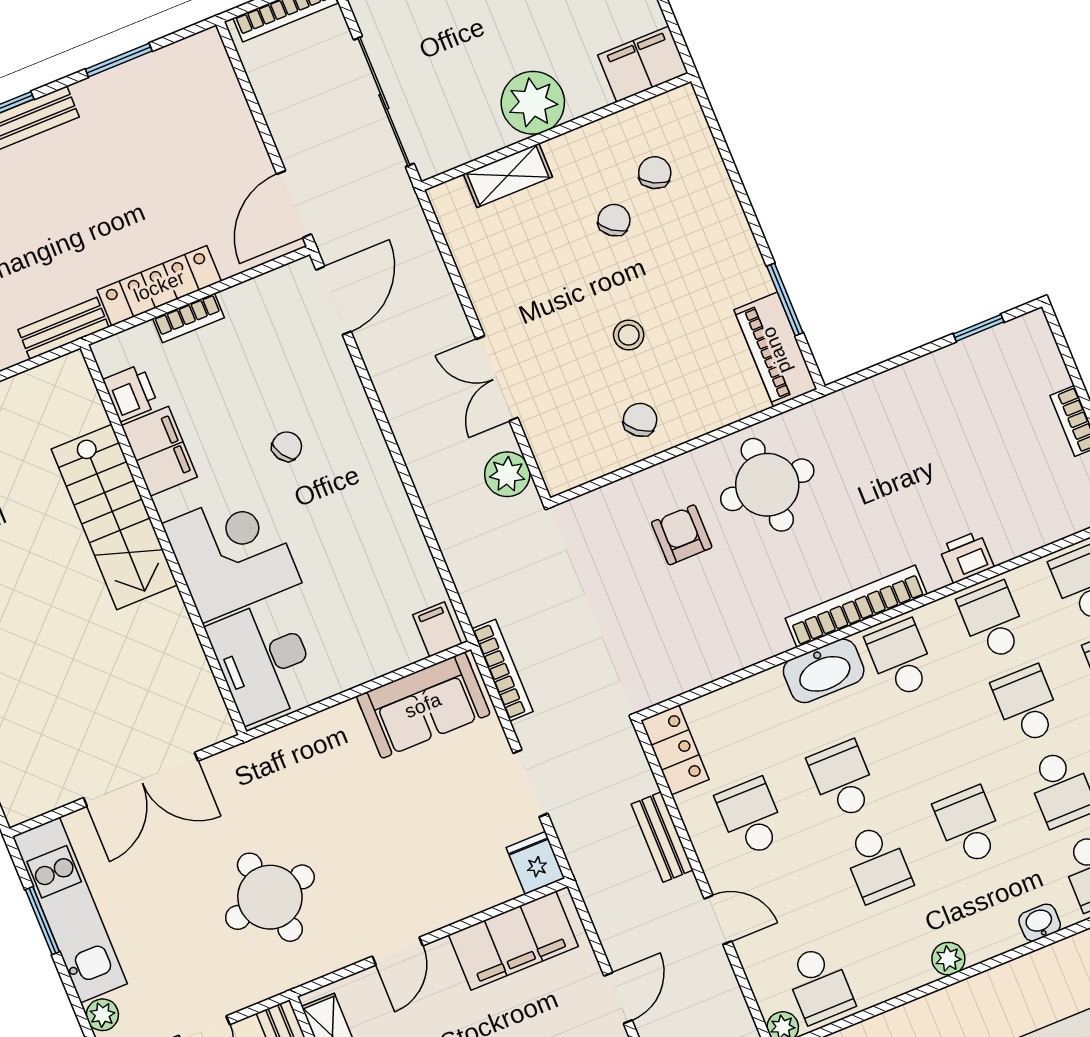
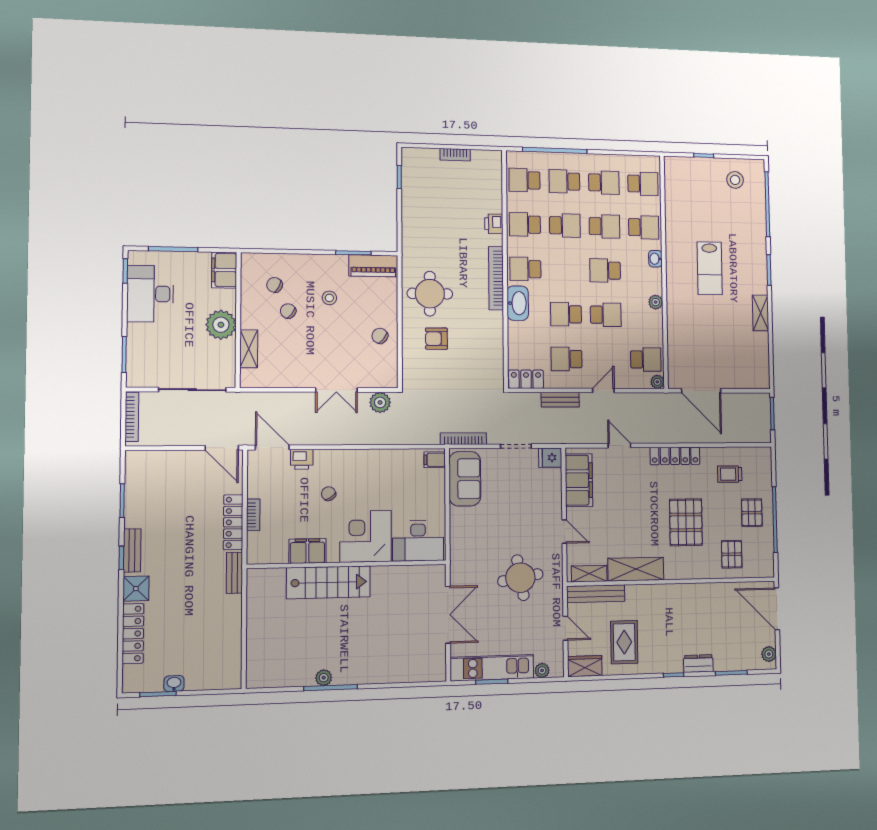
stool: (629, 335) -> (329, 298), moved
printer: (131, 393) -> (302, 459), moved, turned 180
school desk: (1027, 705) -> (565, 225), turned 180

